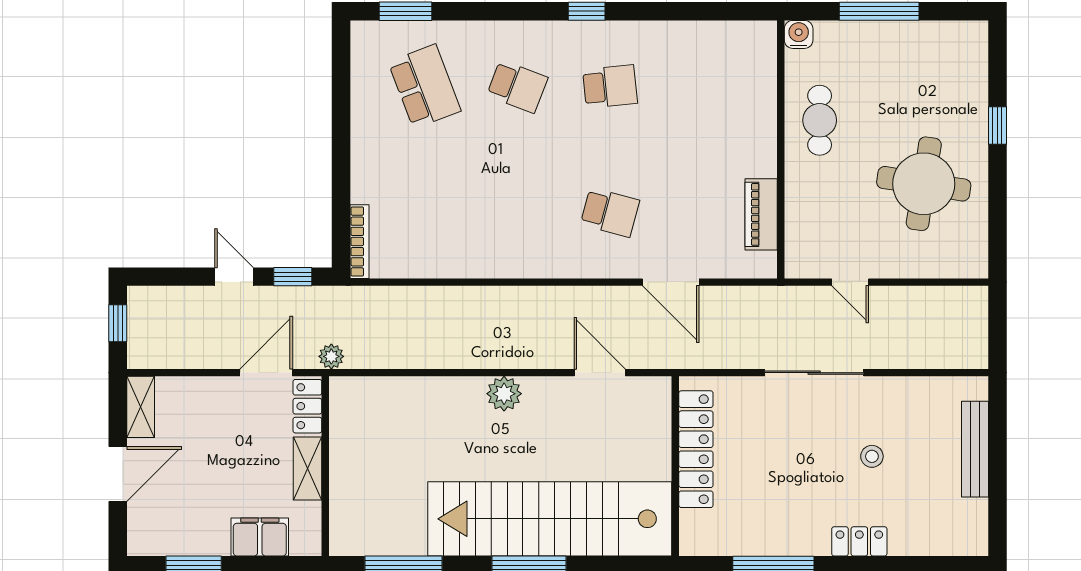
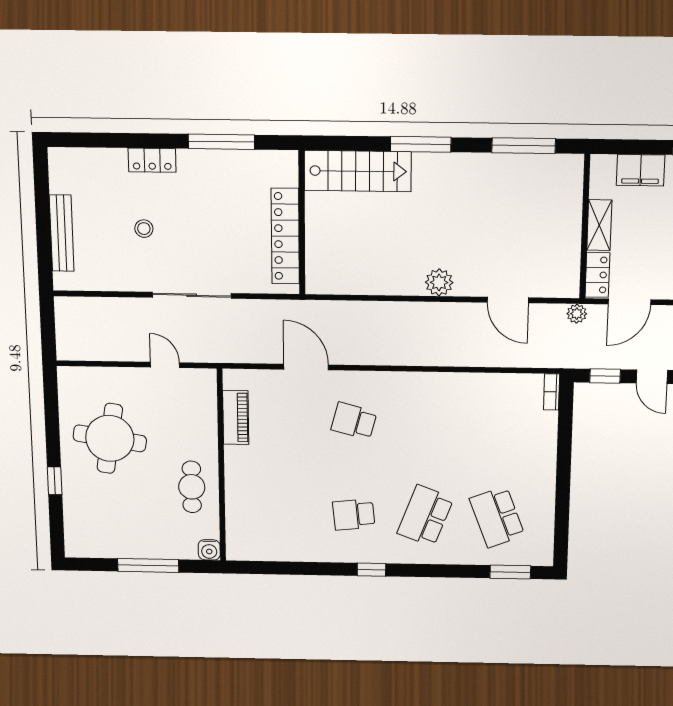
school desk: (517, 86) -> (425, 516), width x1.85
bookcase: (360, 242) -> (552, 392), width x0.64
door: (600, 373) -> (508, 300), moved
stairs: (550, 519) -> (358, 171), width x0.54, depth x0.66

